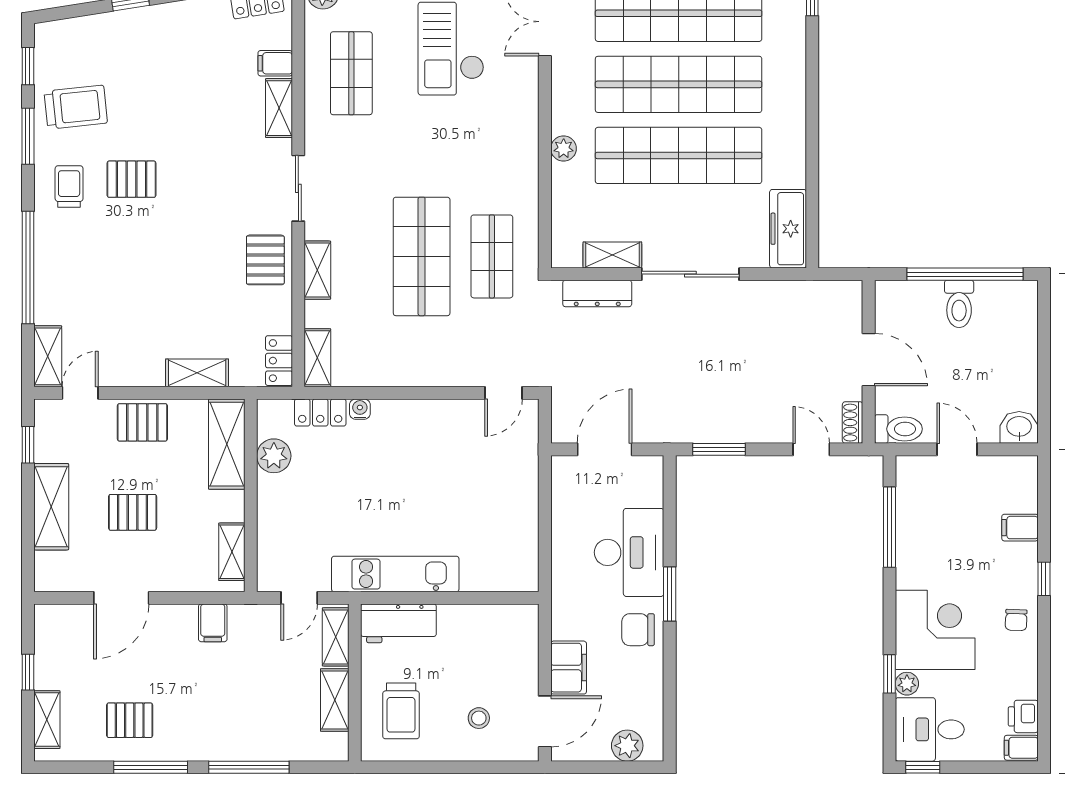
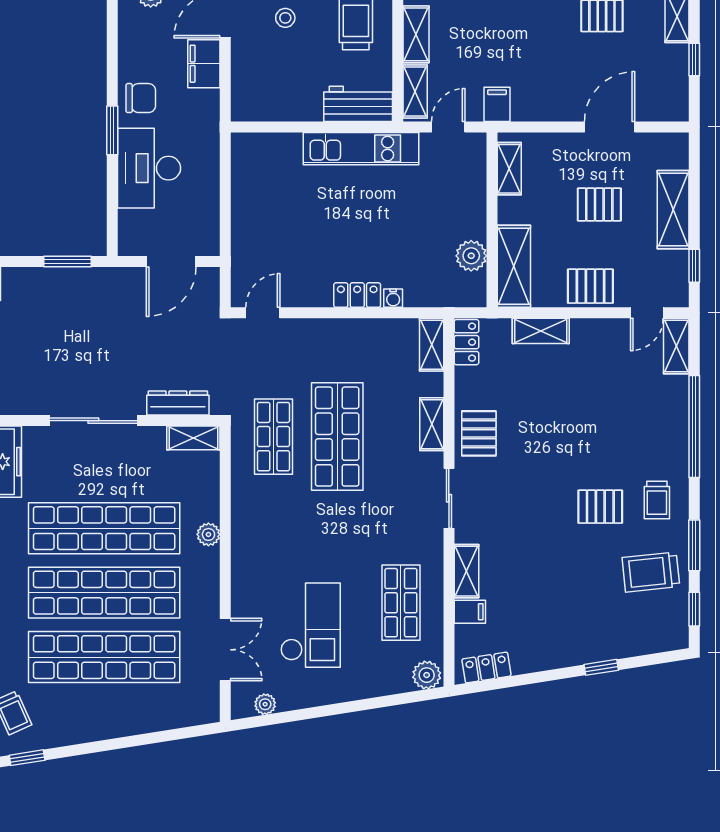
shelving: (612, 255) -> (193, 438), moved
locker: (320, 412) -> (357, 295), moved
filing cabinet: (213, 623) -> (497, 104), moved

